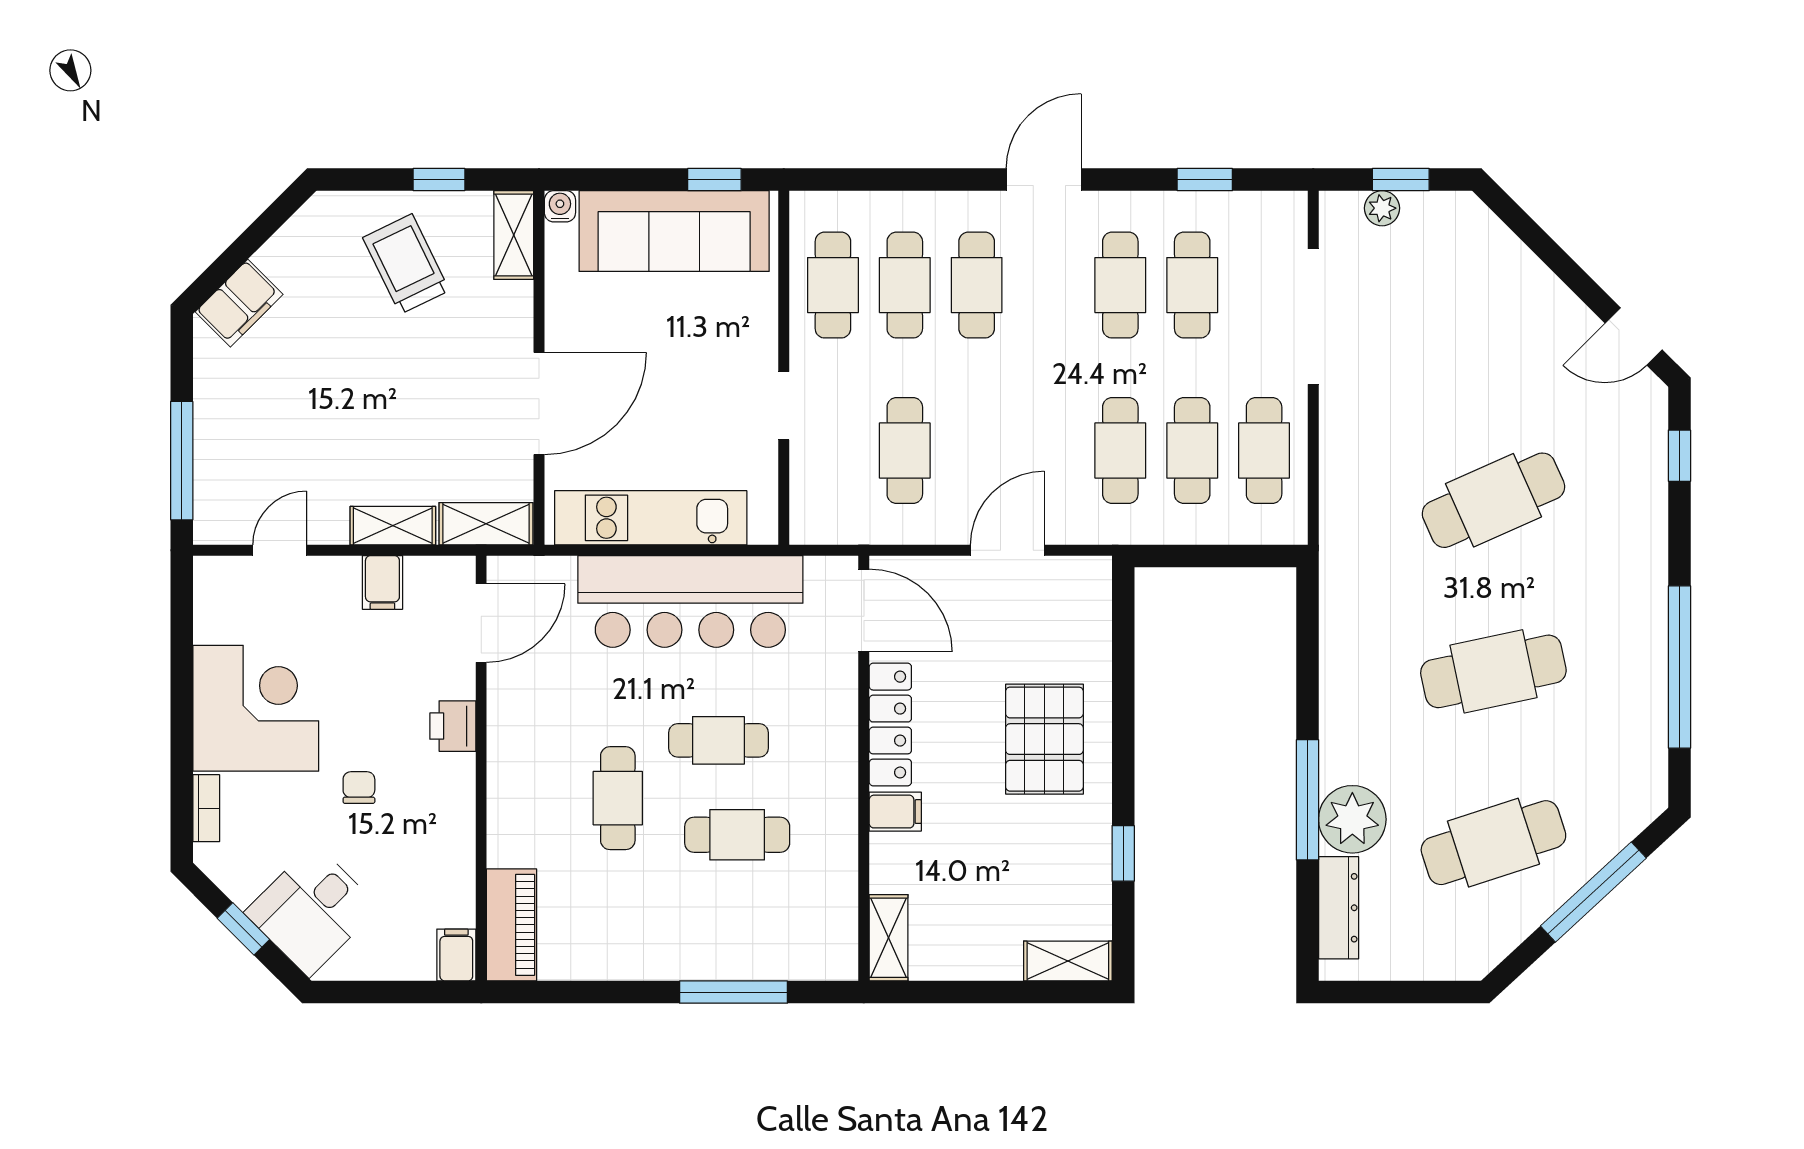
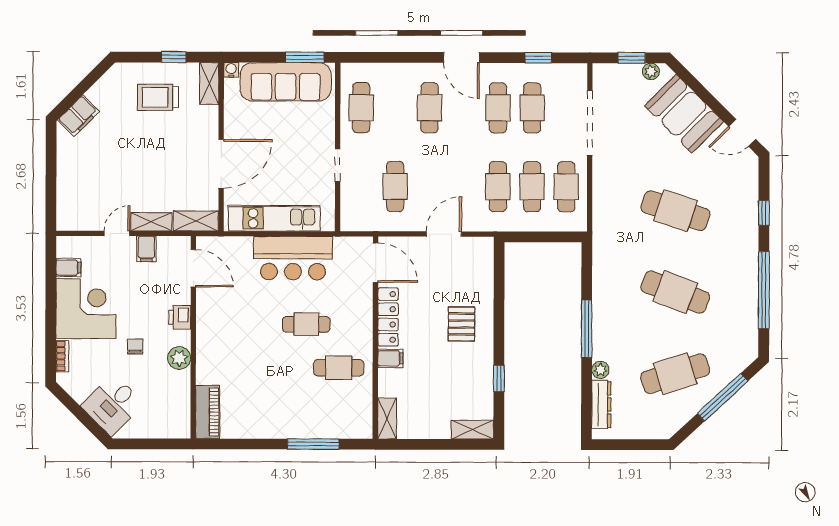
window: (714, 180) -> (305, 57), width x1.50
door: (1044, 180) -> (462, 58), swing flipped
plant: (1382, 208) -> (651, 72), moved
trolley: (406, 264) -> (158, 97), turned -64
cafe table: (905, 285) -> (395, 108), removed
booth: (1511, 297) -> (684, 114), added
window: (1679, 456) -> (764, 213), moved
window: (182, 461) -> (51, 191), removed
cafe table: (1493, 500) -> (675, 211), turned 42
door: (280, 550) -> (117, 233), moved
bar counter: (690, 601) -> (293, 258), width x0.73
door: (481, 623) -> (193, 268), hinge flipped
cafe table: (1493, 671) -> (675, 292), turned 33
pallet: (1044, 739) -> (461, 324), width x0.67, depth x0.71
cafe table: (618, 798) -> (258, 352), removed
window: (1307, 800) -> (587, 329), moved
plant: (452, 812) -> (179, 358), added
plant: (1352, 819) -> (600, 370), width x0.53, depth x0.53
cafe table: (737, 835) -> (339, 368), moved
window: (243, 929) -> (80, 414), removed
filing cabinet: (456, 955) -> (68, 268), moved, turned 90

